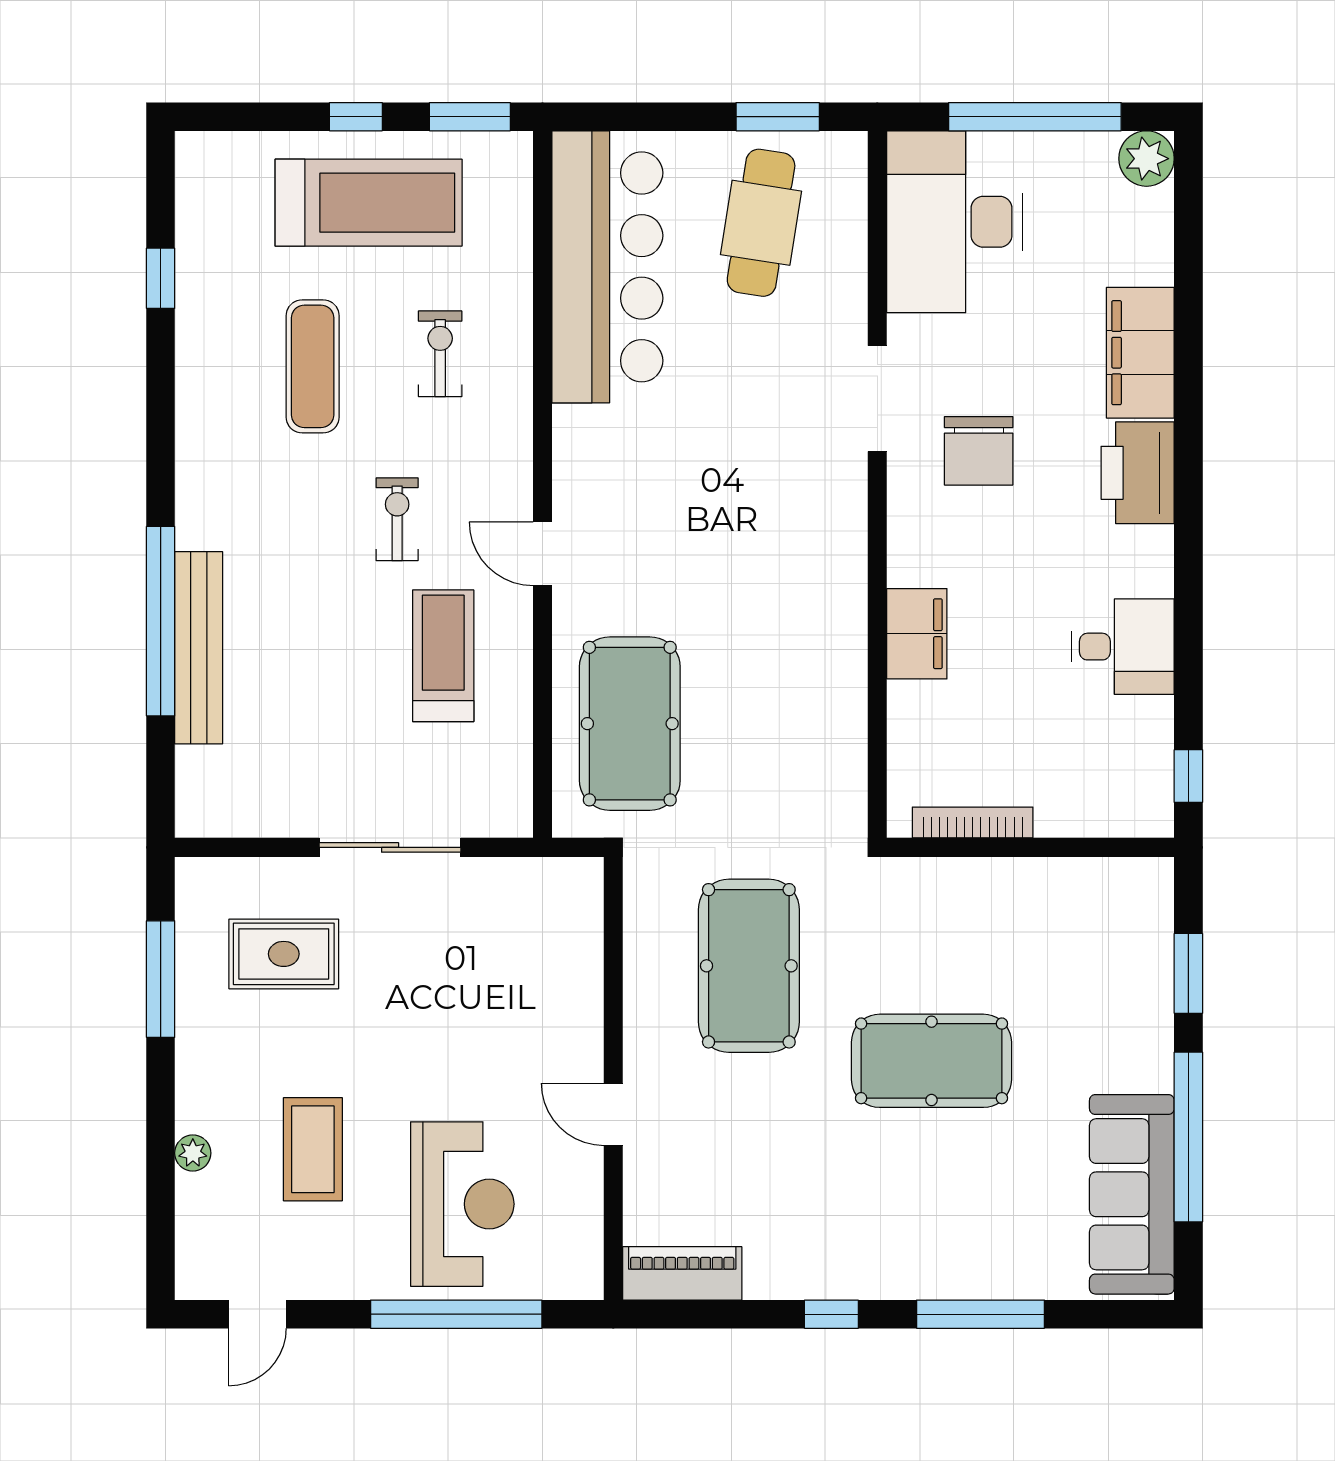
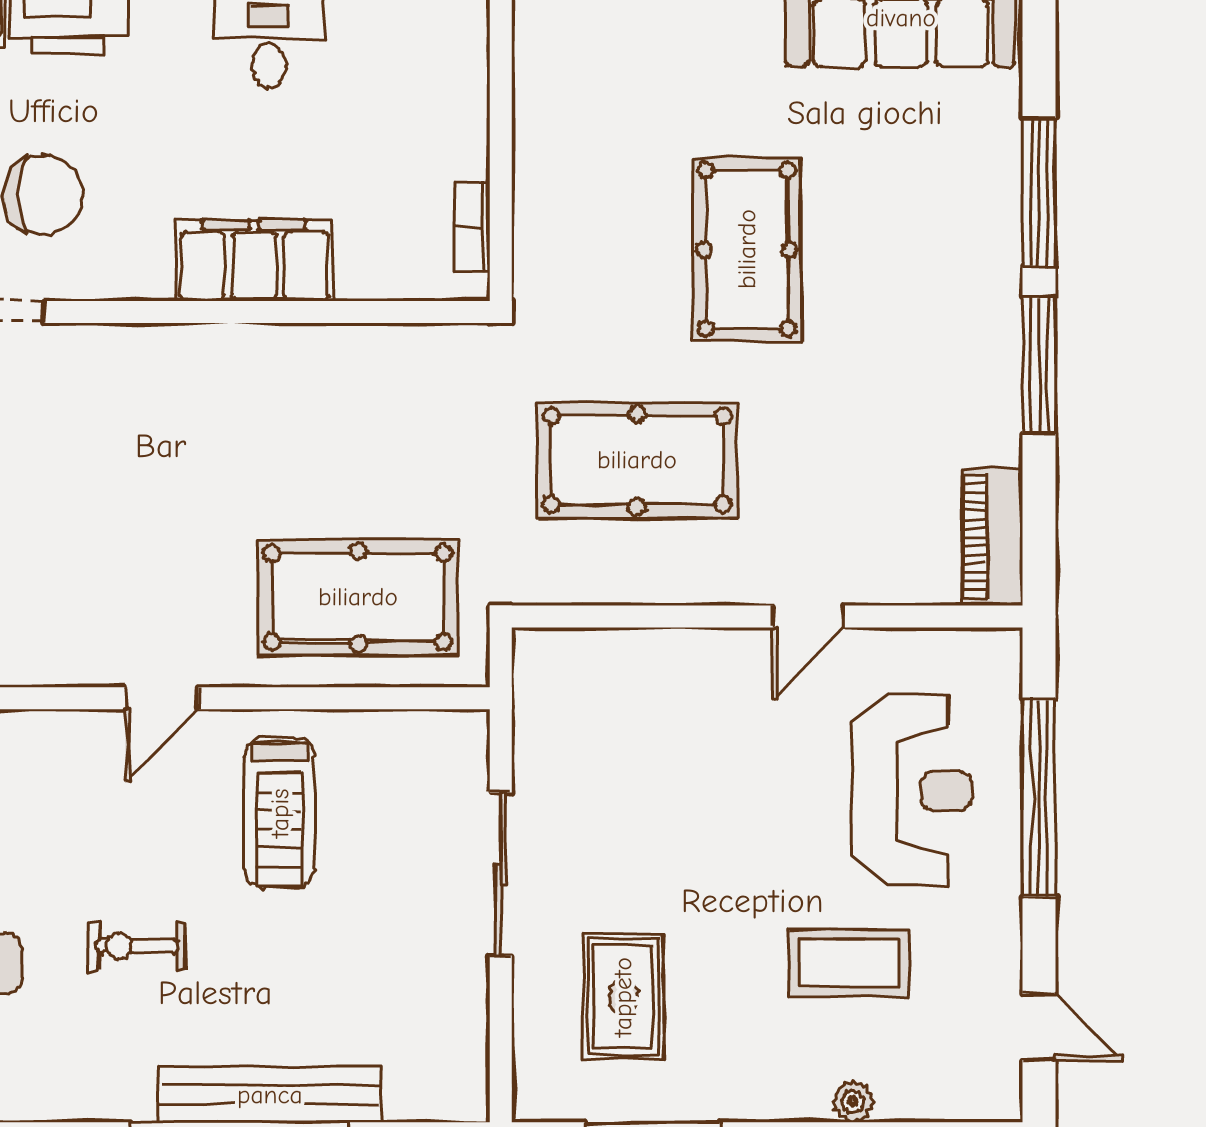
exercise bike: (397, 519) -> (137, 946), moved
filing cabinet: (917, 634) -> (254, 261), width x1.50, depth x1.17
treadmill: (443, 656) -> (280, 813), turned -90
bookcase: (973, 823) -> (472, 227), width x0.64
reception desk: (462, 1204) -> (912, 791), turned 90
window: (831, 1314) -> (1039, 365), width x2.17

